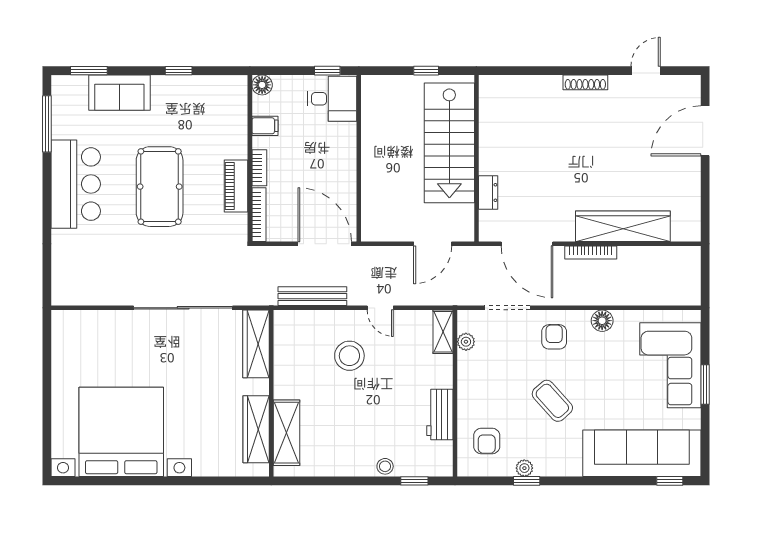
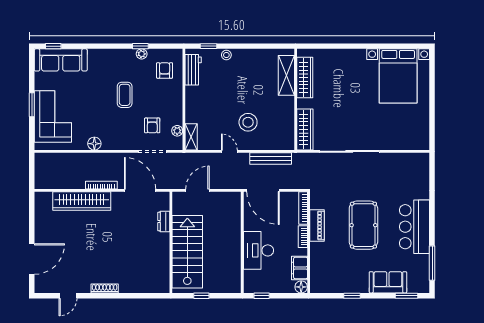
desk: (332, 99) -> (258, 250), moved, width x1.37
filing cabinet: (265, 126) -> (299, 268), width x2.00
armchair: (554, 337) -> (152, 125), moved
coffee table: (552, 401) -> (125, 95), turned 42
workbench: (440, 414) -> (193, 70), moved
bed with nightstands: (121, 432) -> (398, 76), width x0.73
sofa: (642, 453) -> (61, 60), width x0.74, depth x0.79

